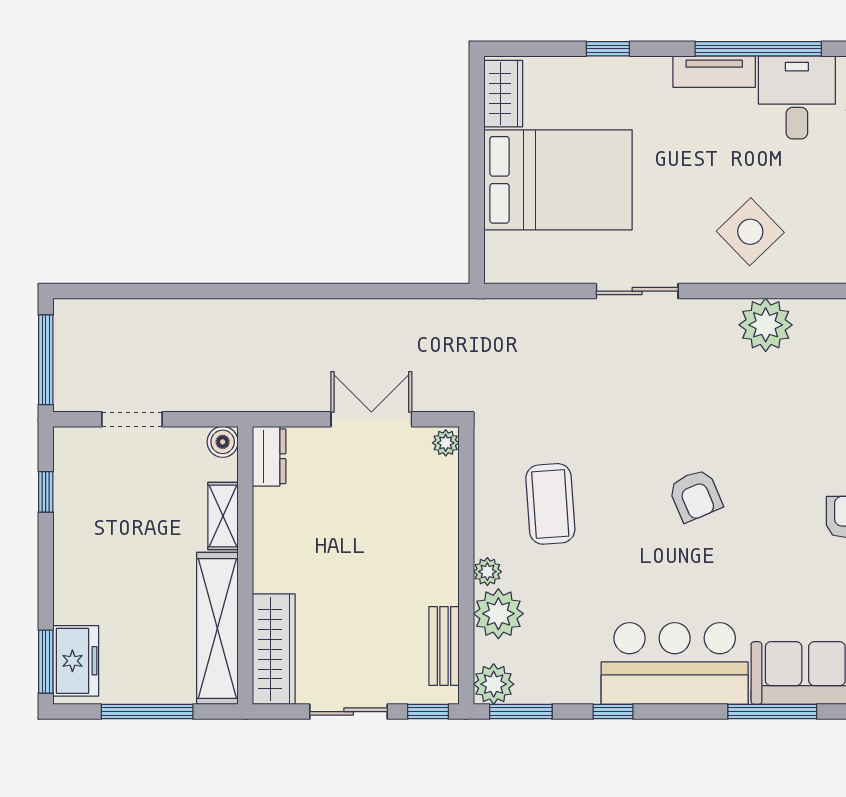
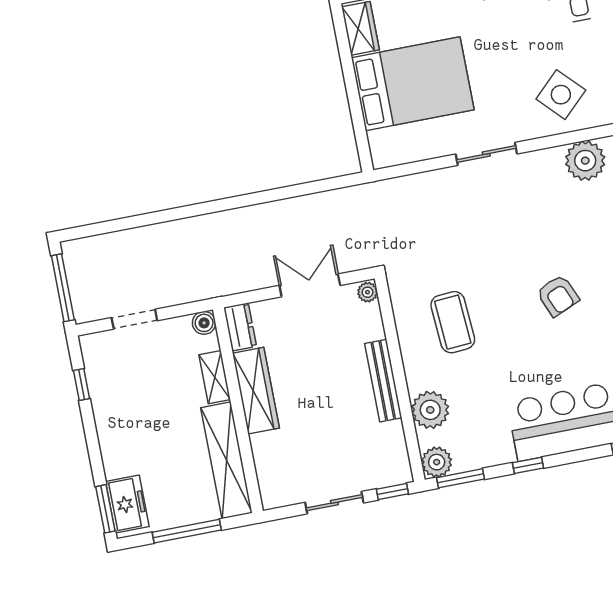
plant: (487, 572) -> (416, 381), removed
bench: (444, 646) -> (383, 381), moved, width x1.36
wardrobe: (274, 649) -> (256, 391), moved

